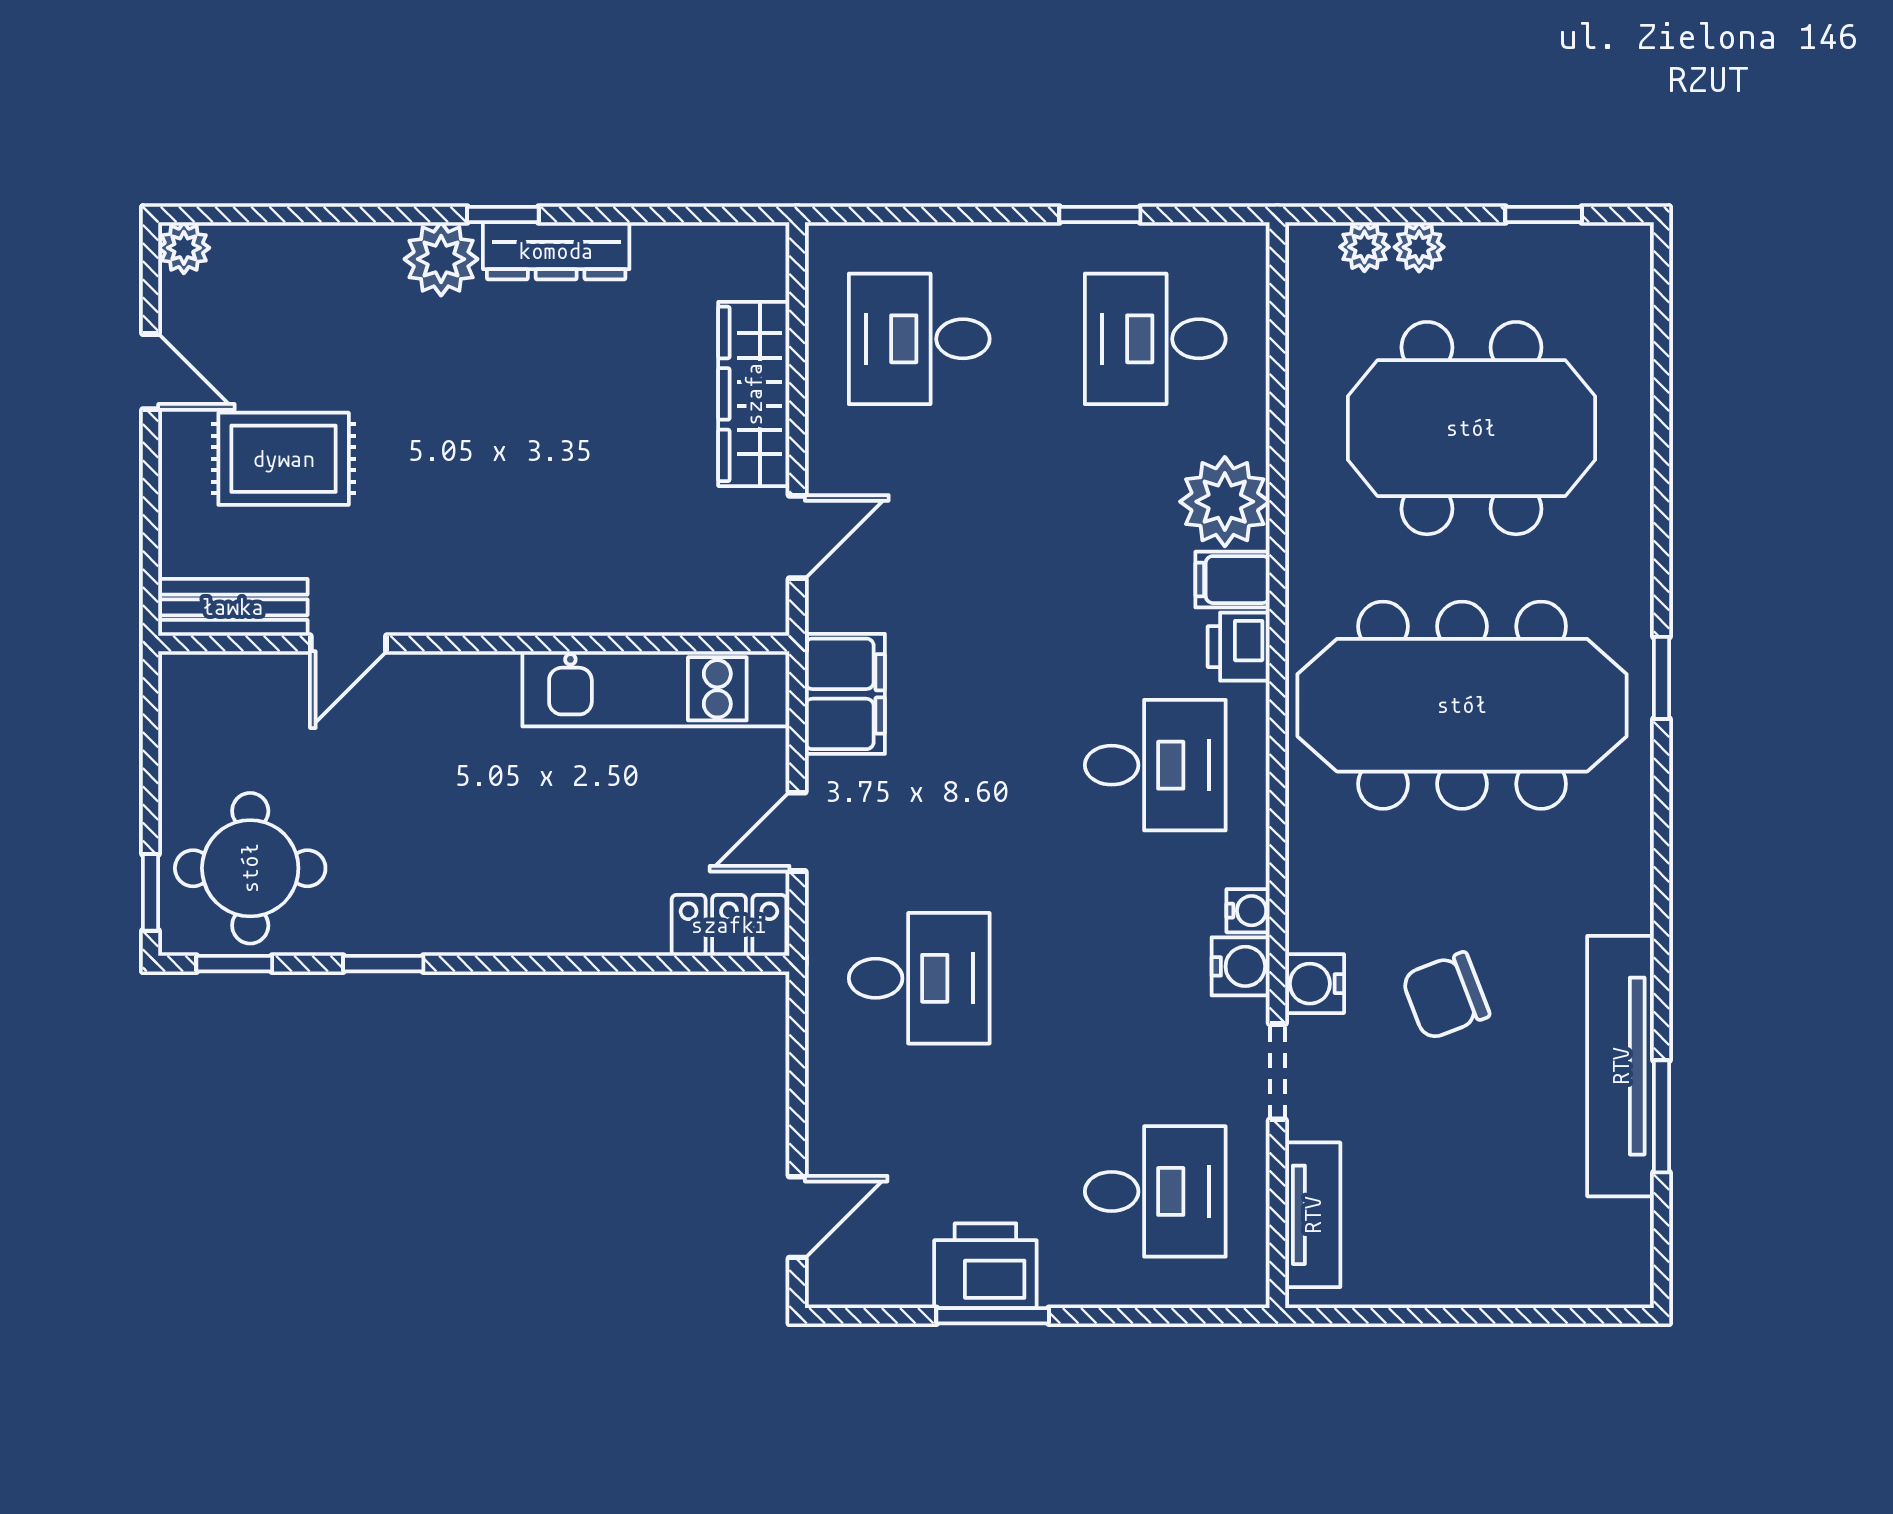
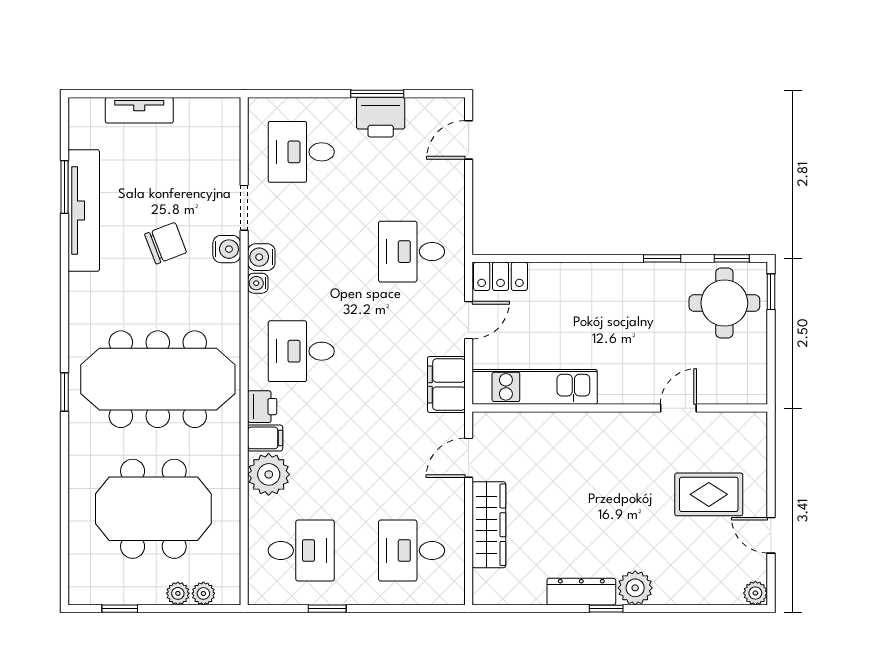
desk: (919, 339) -> (412, 550), turned 180
bench: (233, 607) -> (732, 425), removed
tv unit: (1313, 1215) -> (139, 110), moved, turned -90

